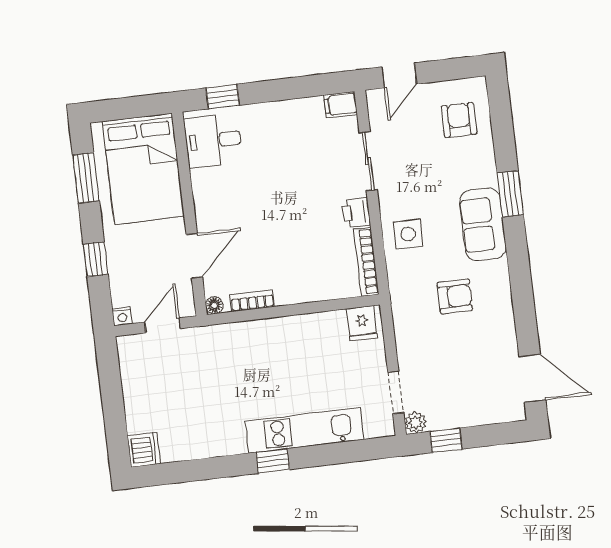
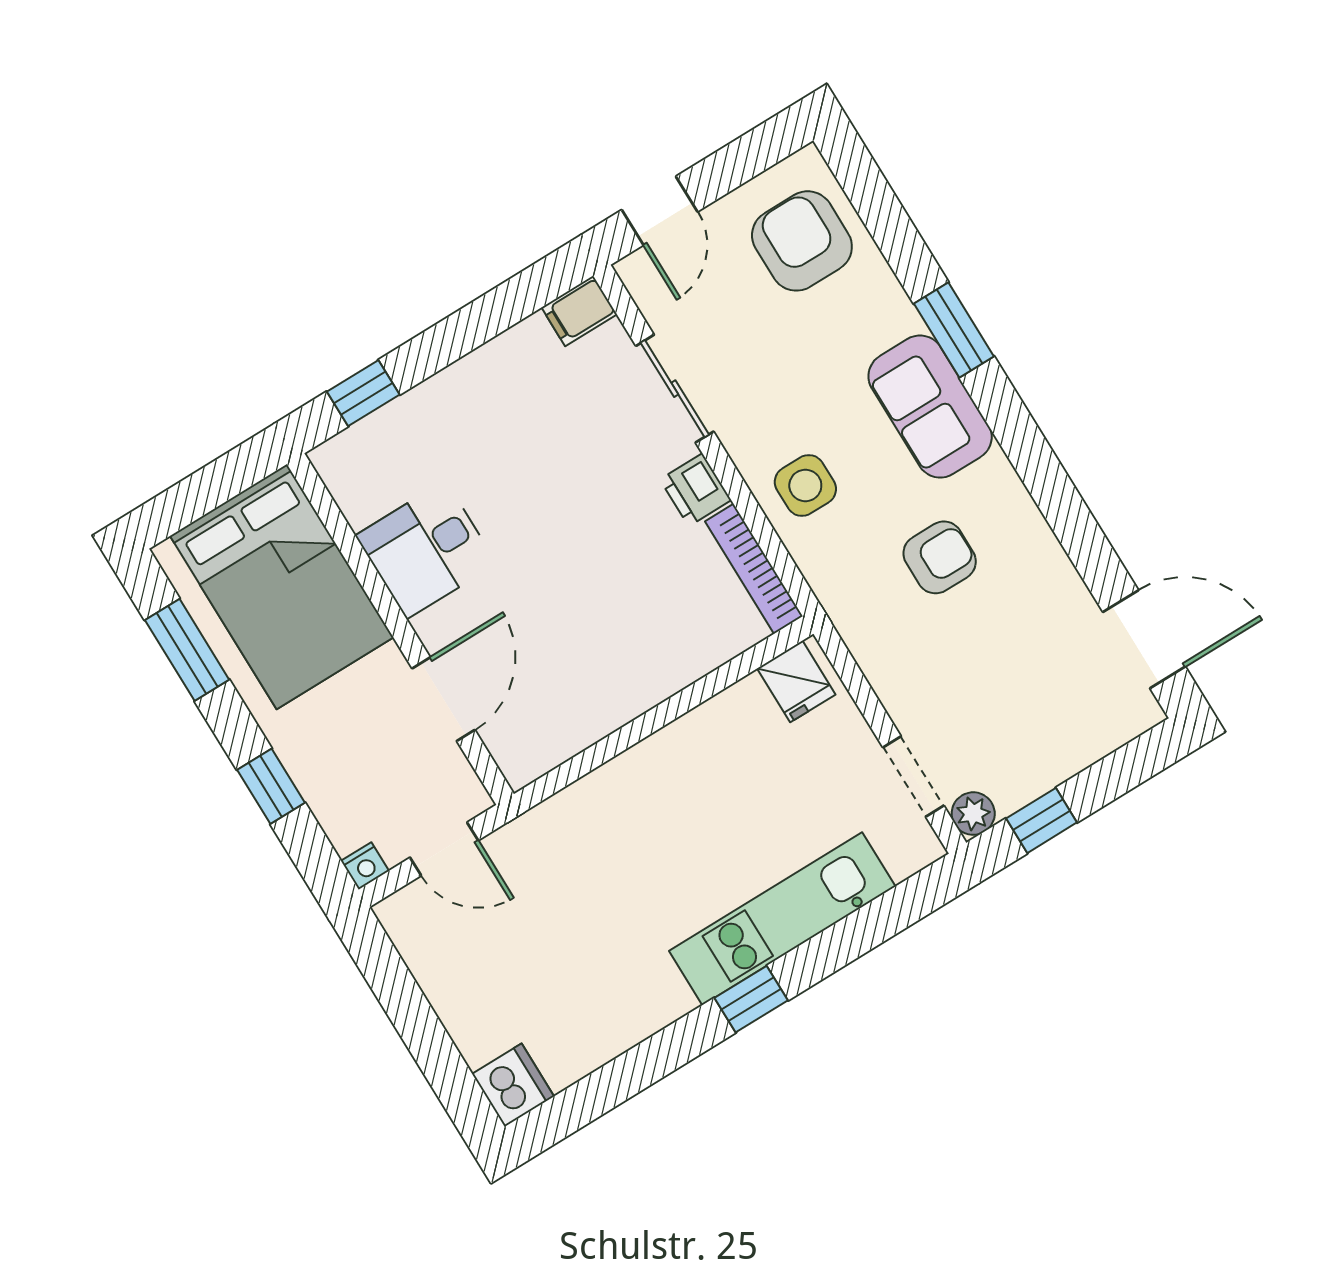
armchair: (459, 120) -> (802, 241), width x1.38, depth x1.38
desk: (213, 140) -> (426, 550), moved
bookcase: (252, 301) -> (583, 732), removed
floor lamp: (214, 305) -> (519, 771), removed
door: (163, 325) -> (444, 849), swing flipped

